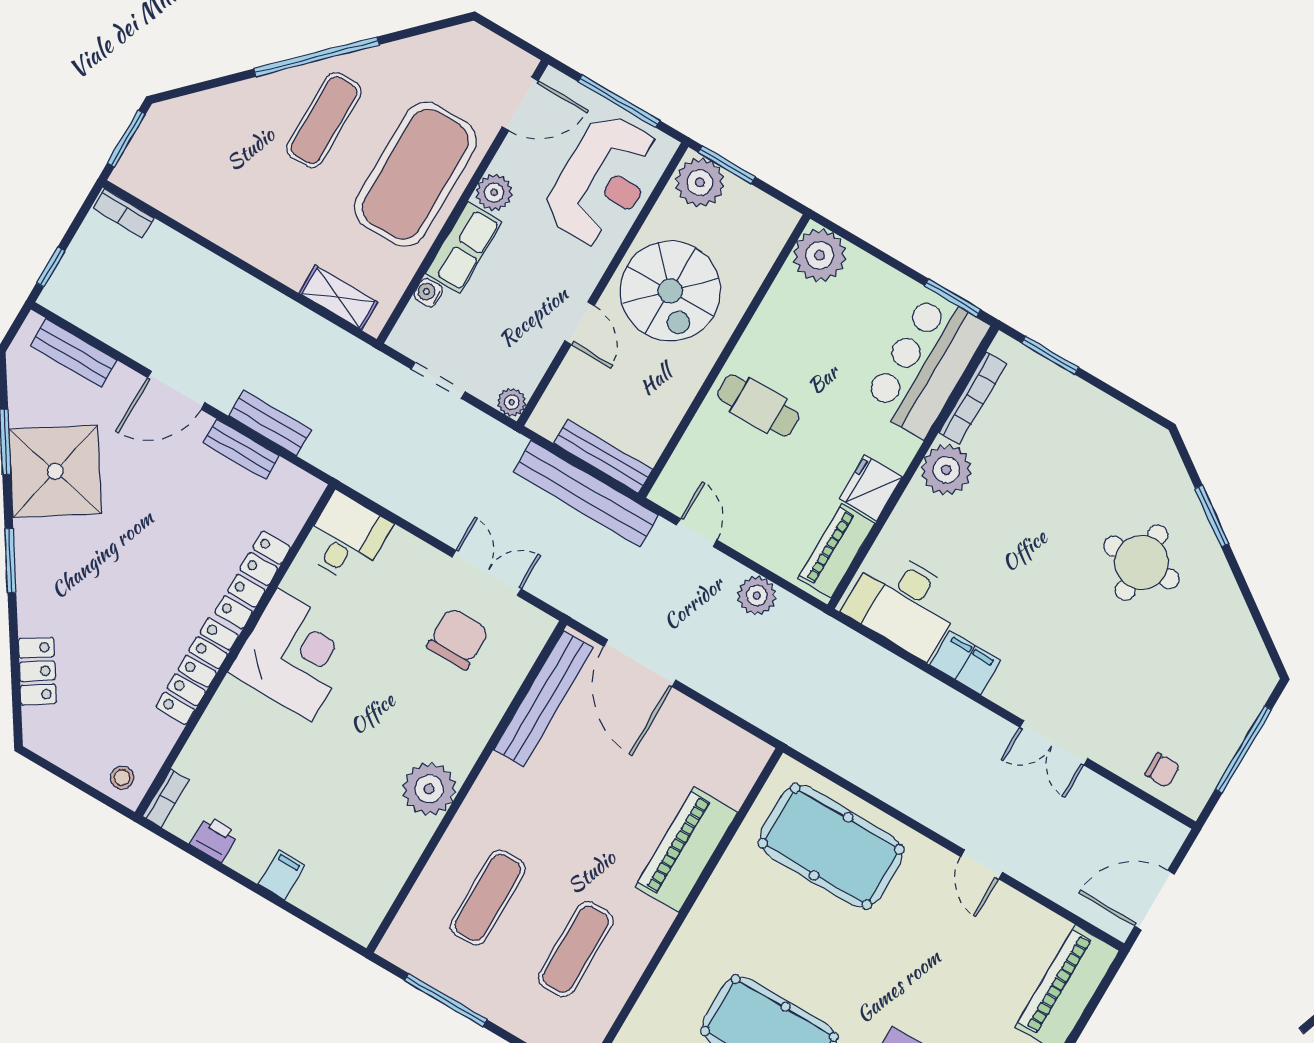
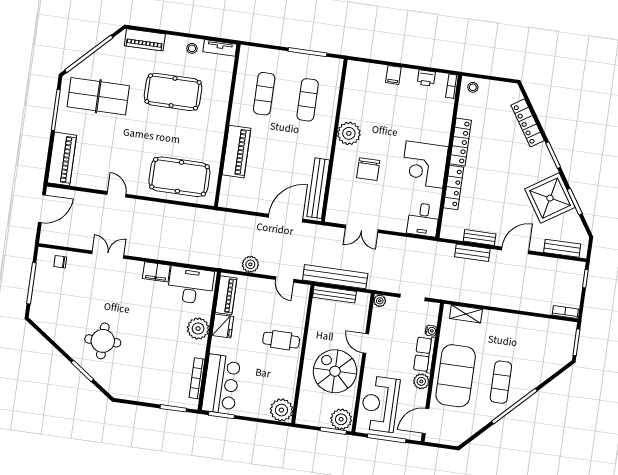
plant: (946, 470) -> (198, 329), moved
chair: (458, 639) -> (368, 169), moved
door: (640, 663) -> (286, 218), hinge flipped
locker: (37, 671) -> (528, 123), width x1.53

